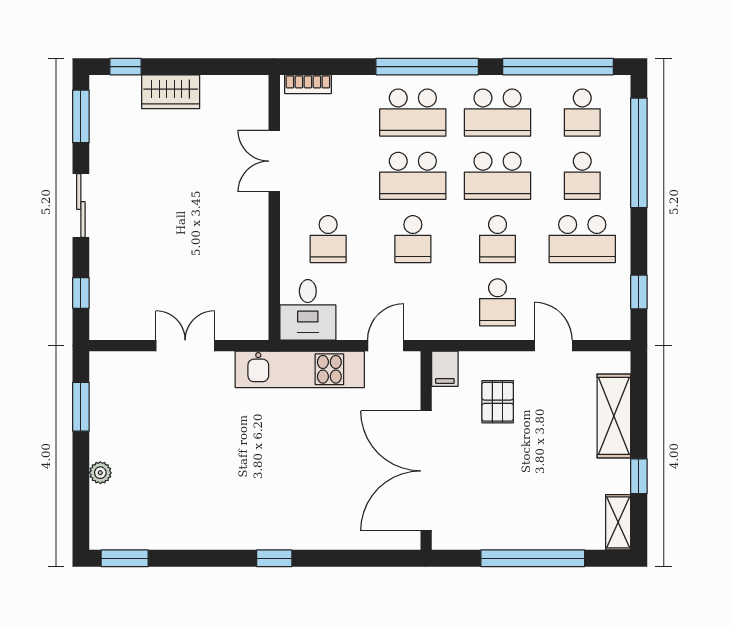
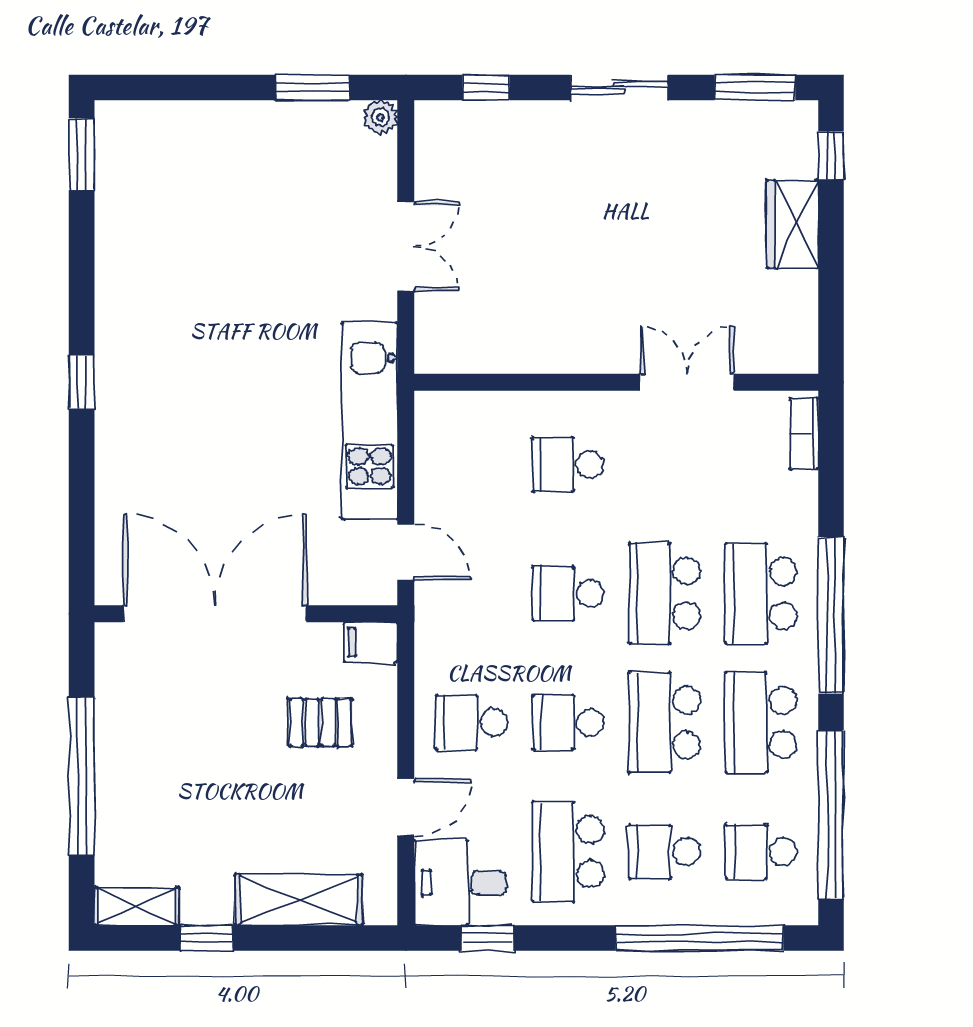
desk: (308, 310) -> (460, 883), moved
plant: (100, 473) -> (380, 117), moved

